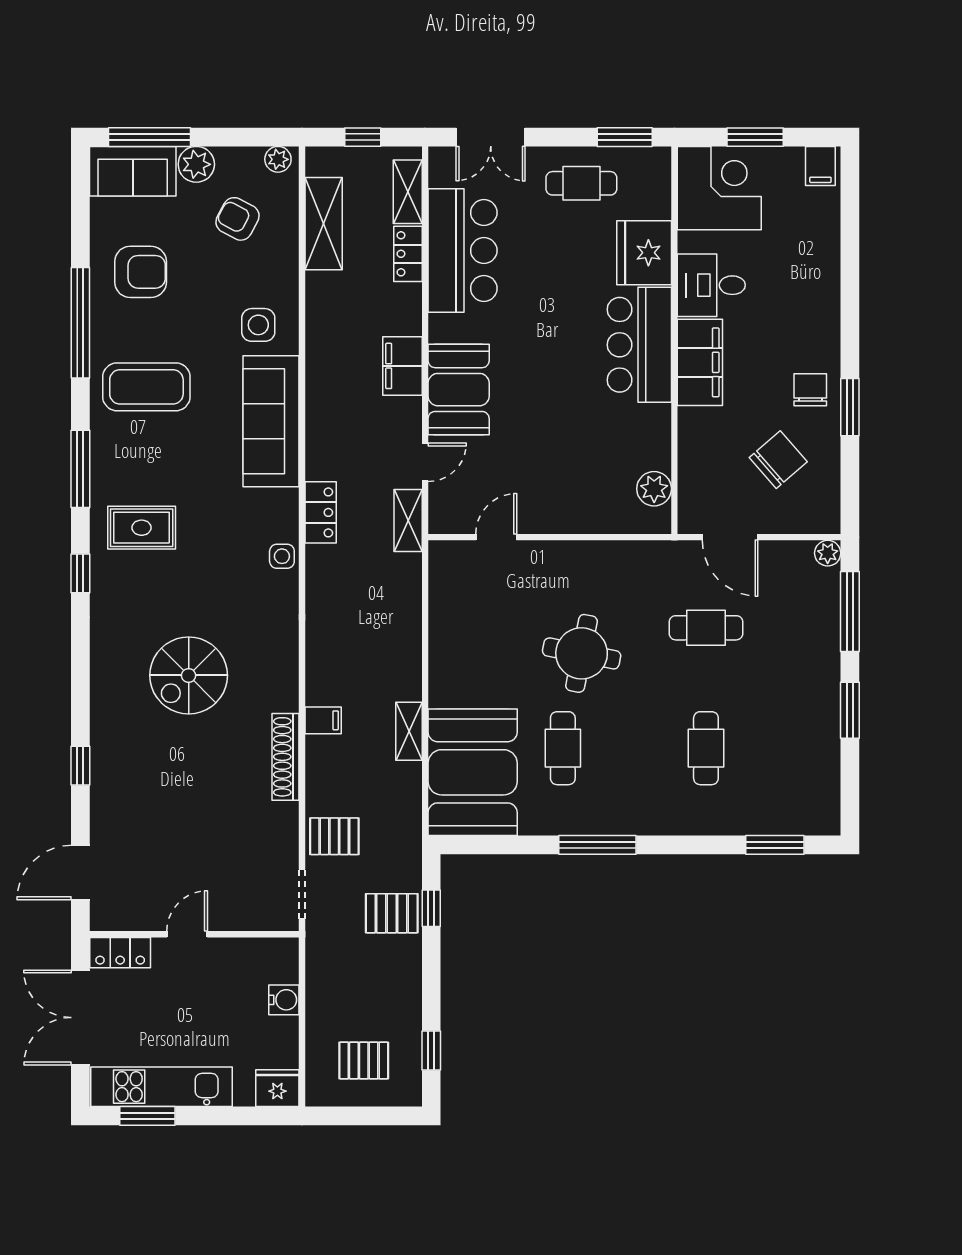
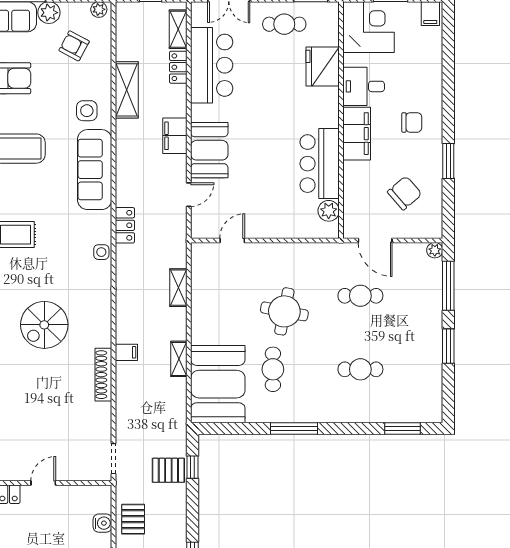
shelving: (324, 224) -> (127, 90), moved
bar counter: (639, 345) -> (320, 164), moved
chair: (810, 390) -> (412, 122), moved, turned 90
shelving: (408, 521) -> (178, 288), moved
cafe table: (706, 748) -> (360, 369), turned 90
pallet: (334, 836) -> (133, 519), moved, turned 90

